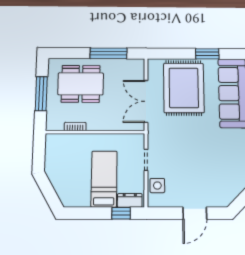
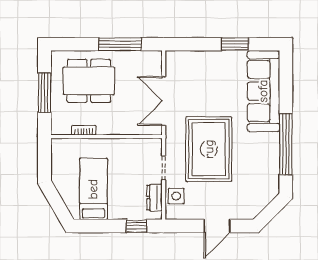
rug: (184, 88) -> (209, 149), moved
bed: (104, 179) -> (93, 189), moved
dresser: (130, 200) -> (154, 198), moved, turned -90

